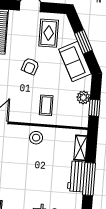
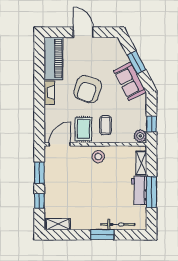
rug: (49, 33) -> (83, 129), moved
armchair: (30, 66) -> (88, 89), width x1.88, depth x1.88
plant: (83, 97) -> (140, 136), moved

